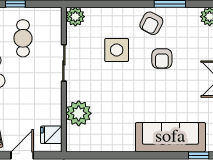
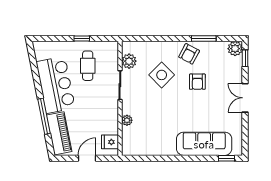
plant: (75, 17) -> (129, 61), moved
side table: (117, 50) -> (162, 75), turned 45
plant: (79, 113) -> (127, 120), width x0.53, depth x0.53

